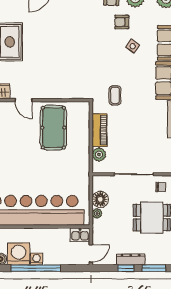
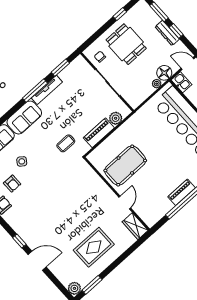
floor lamp: (100, 199) -> (164, 73), moved

